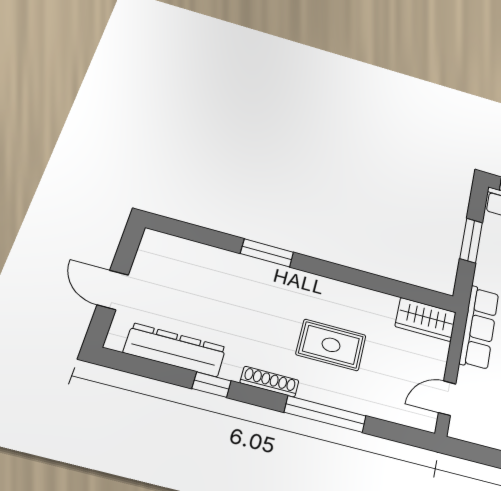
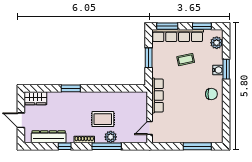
wardrobe: (426, 319) -> (35, 98), moved
plant: (341, 393) -> (111, 137), added

